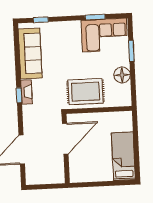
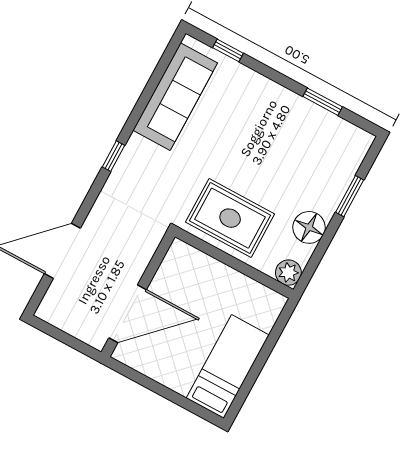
corner sofa: (104, 35) -> (320, 142), removed
fireplace: (26, 92) -> (130, 158), removed
plant: (125, 100) -> (288, 273), added
door: (65, 139) -> (128, 314), moved

